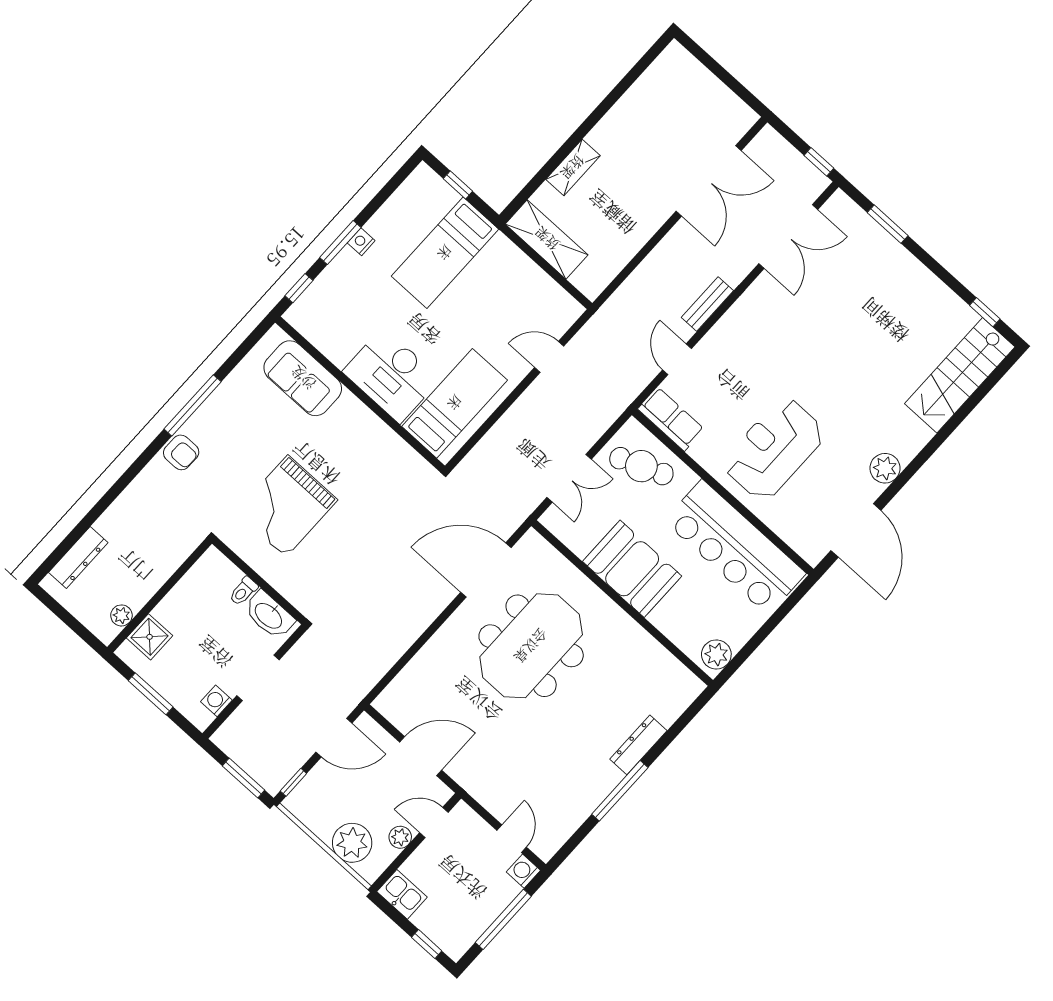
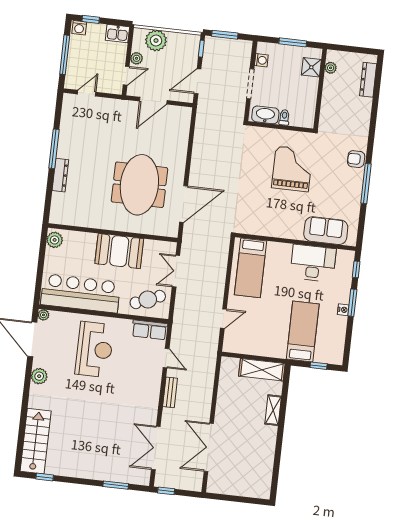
desk: (392, 375) -> (313, 263), moved
plant: (813, 555) -> (43, 315), added
door: (512, 839) -> (87, 93), swing flipped
washing machine: (523, 871) -> (79, 28), moved, turned 90

